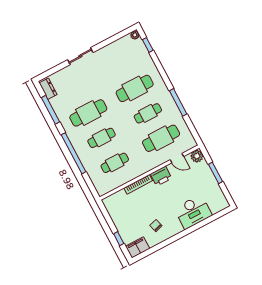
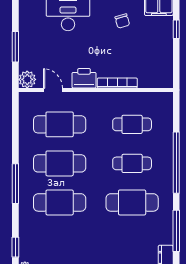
window: (178, 102) -> (15, 184), moved
cafe table: (148, 113) -> (60, 163), width x1.37, depth x1.35

